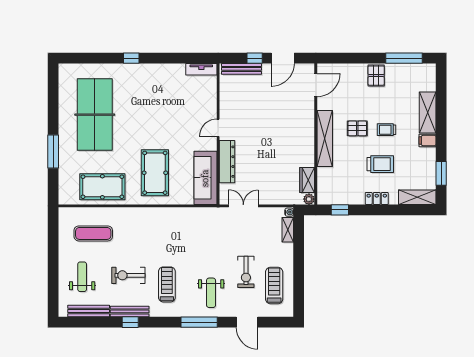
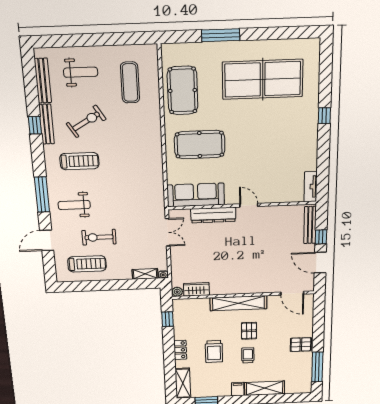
exercise bike: (128, 275) -> (86, 121), turned 59

